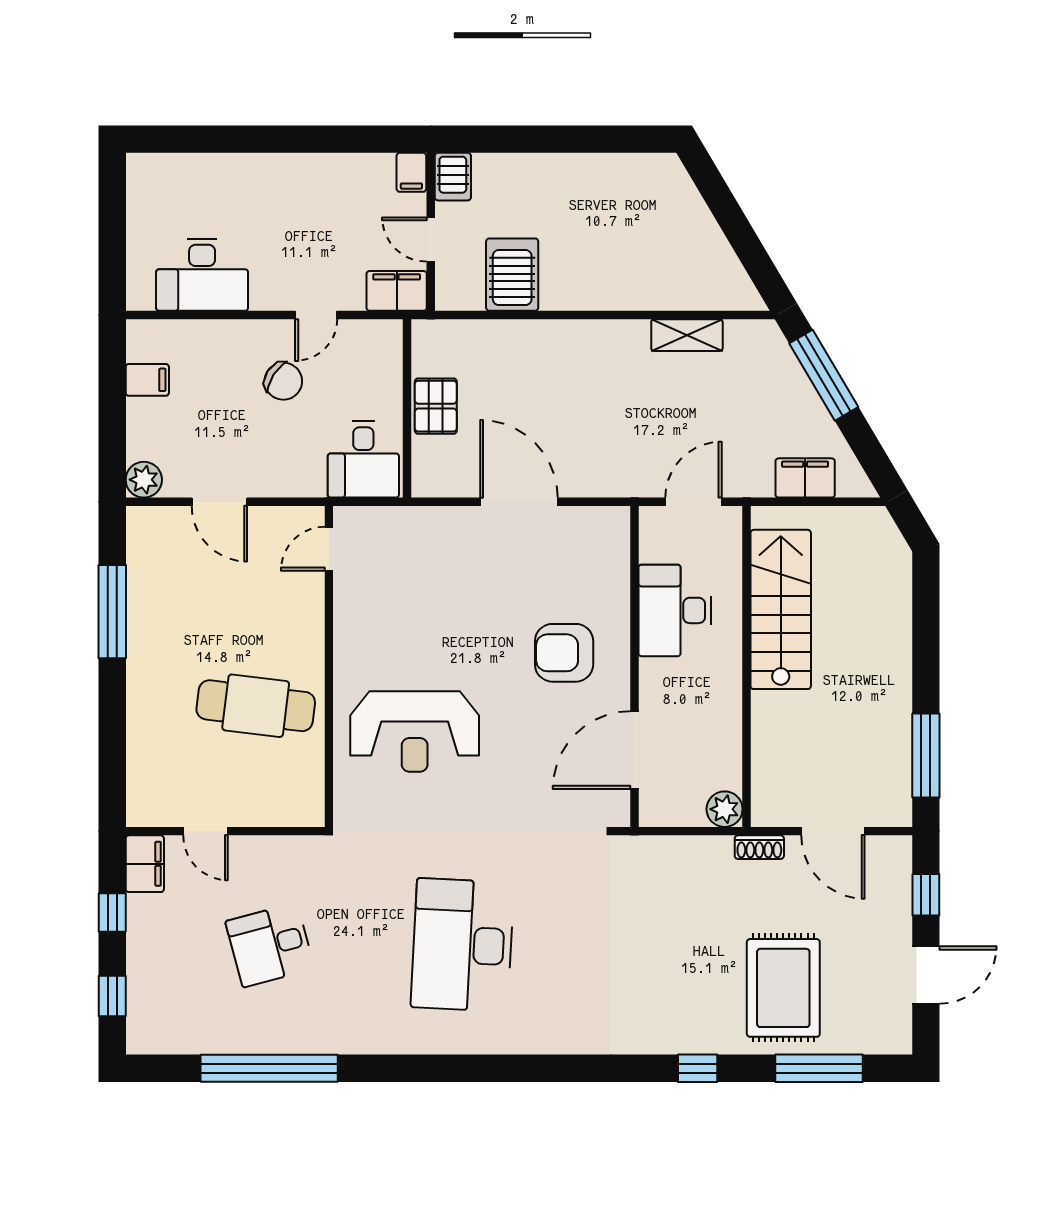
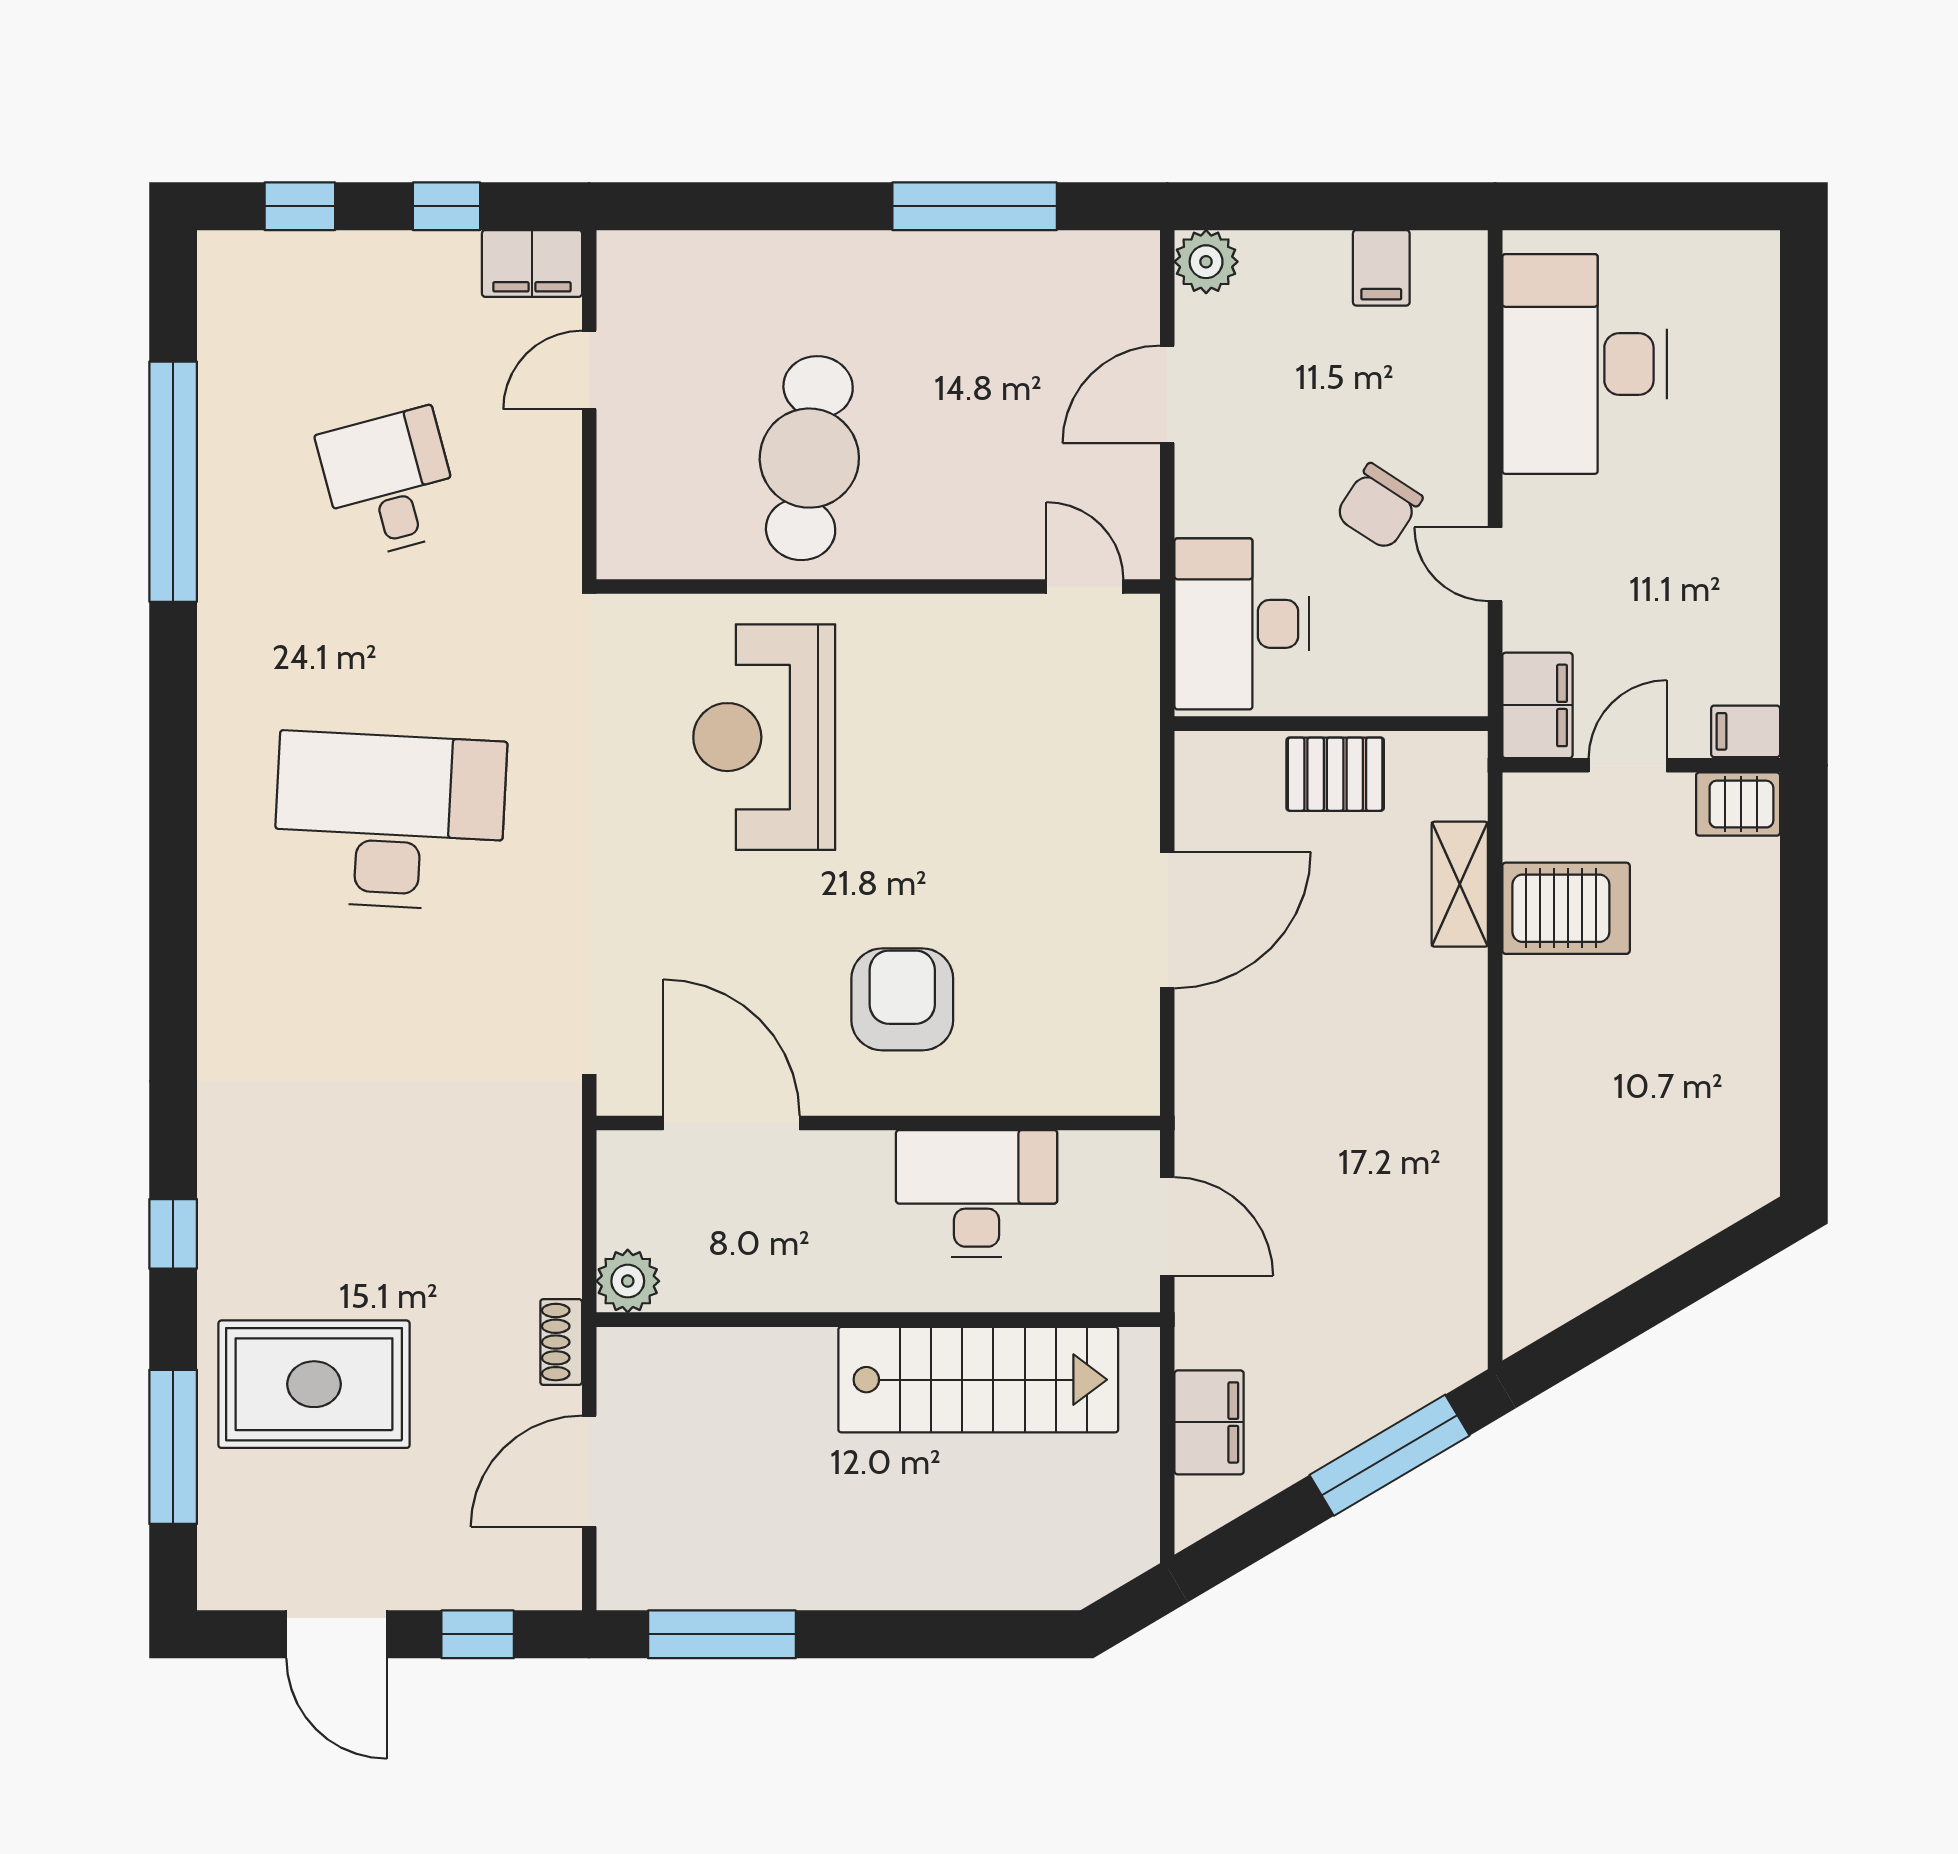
desk: (202, 275) -> (1585, 364), width x1.36, depth x1.30
shelving: (687, 335) -> (1460, 884), moved
desk: (363, 459) -> (1242, 624), width x1.37

